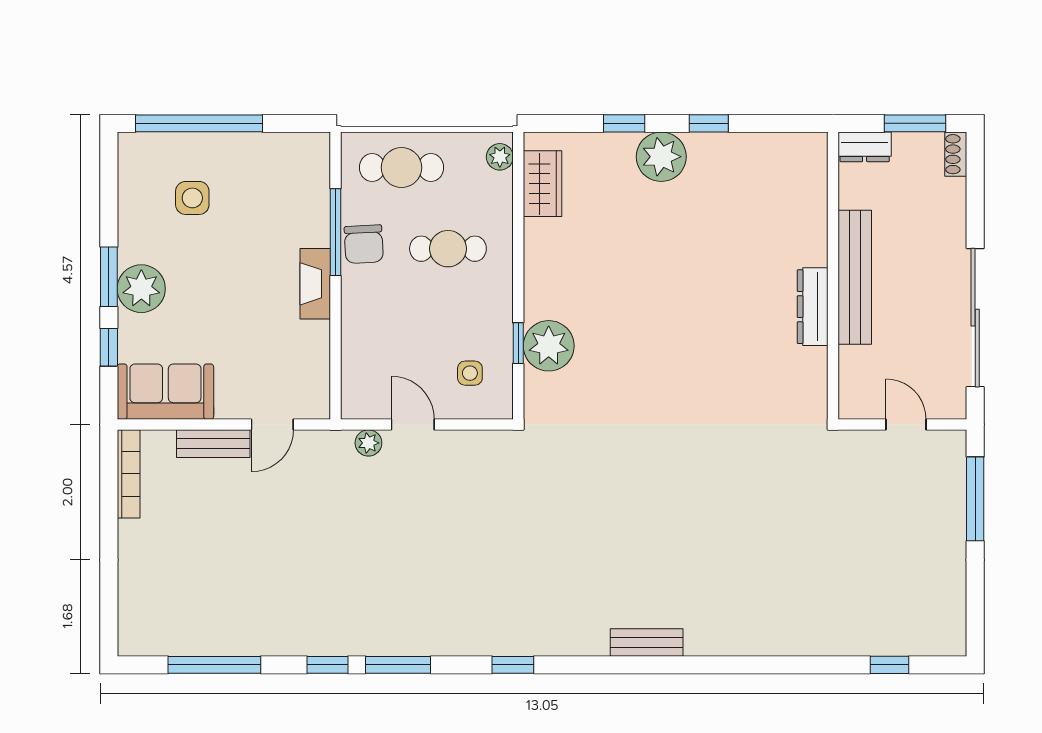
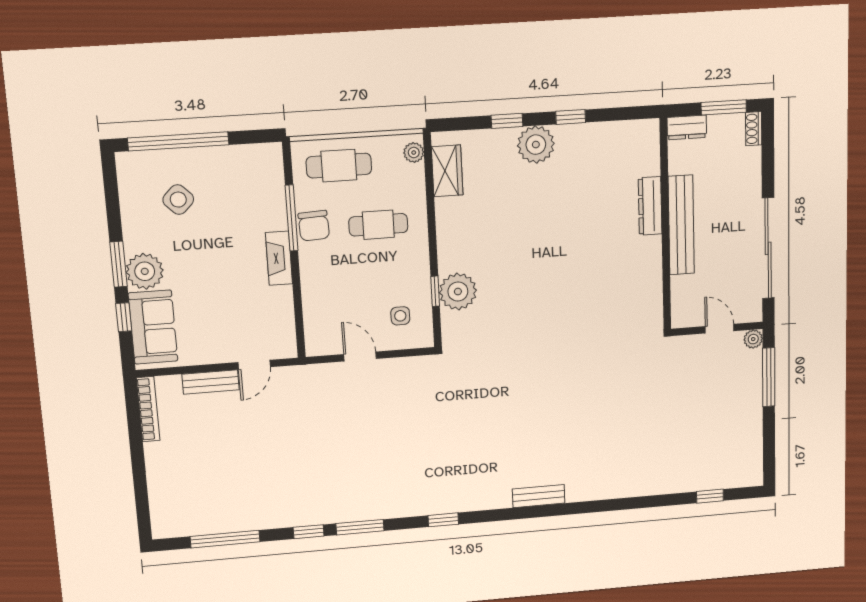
side table: (192, 198) -> (178, 200), turned 45
dresser: (813, 307) -> (650, 206), moved
sofa: (165, 392) -> (153, 327), moved, turned 90
plant: (368, 443) -> (753, 339), moved

